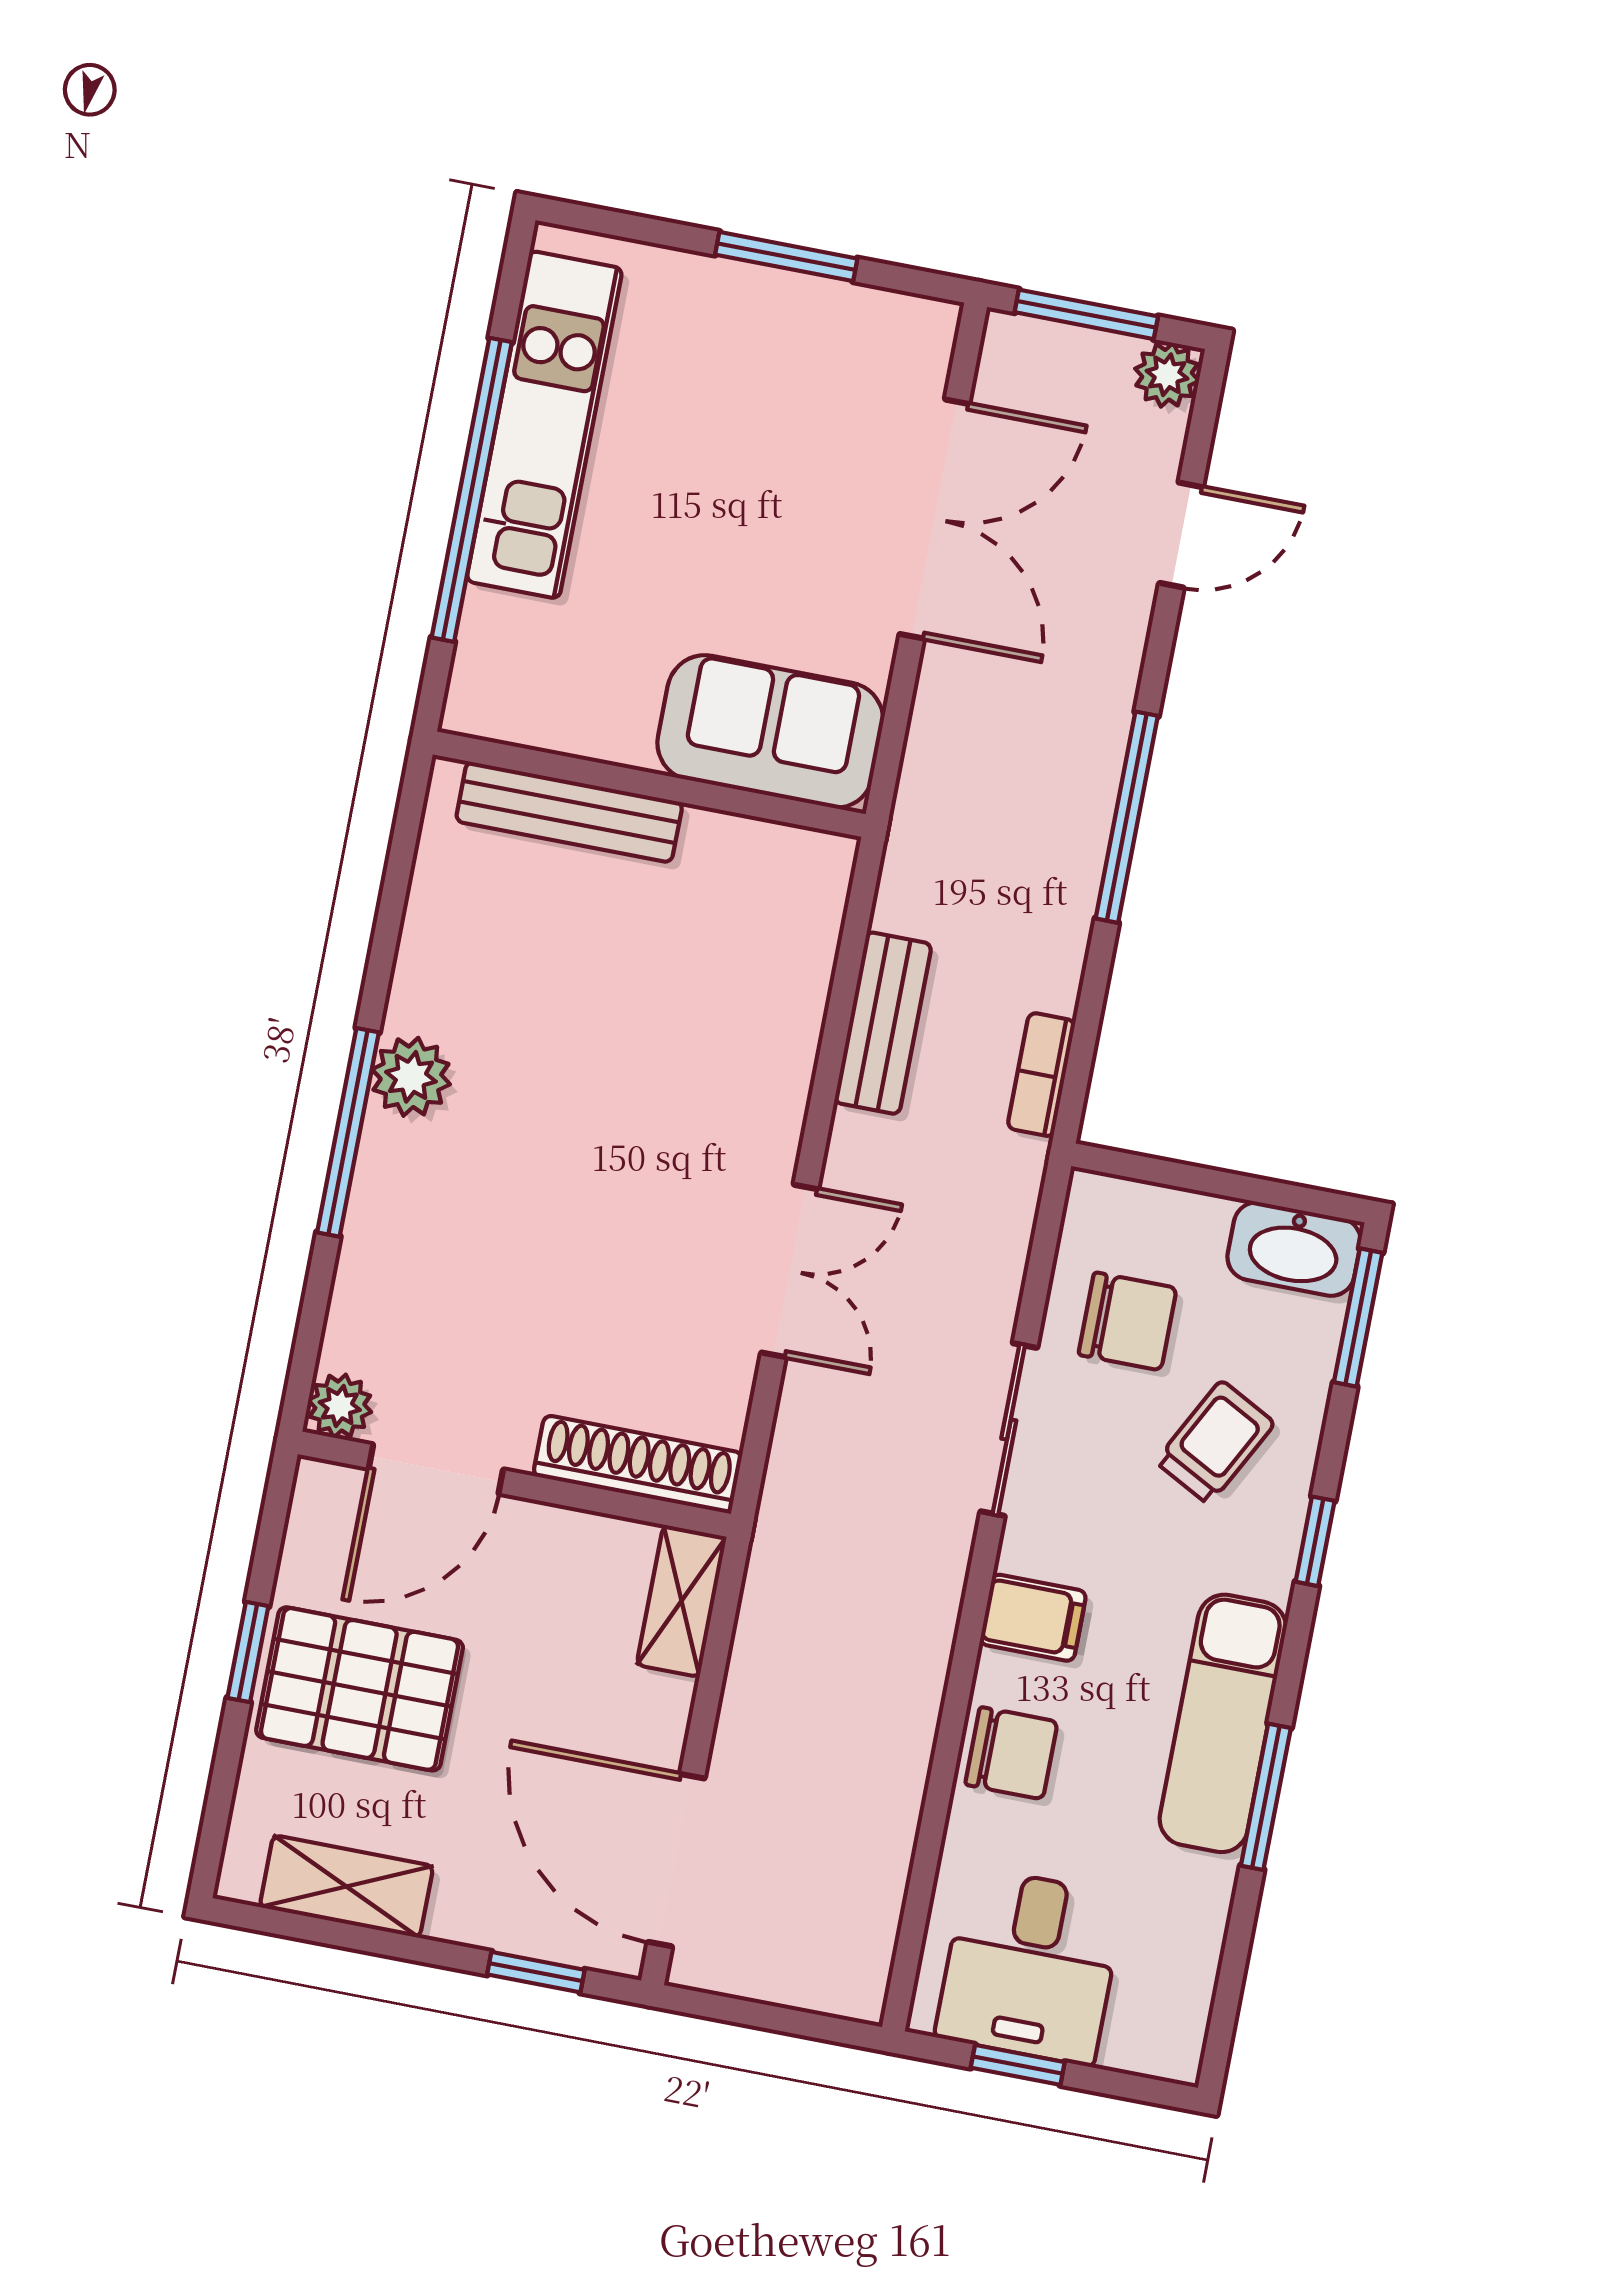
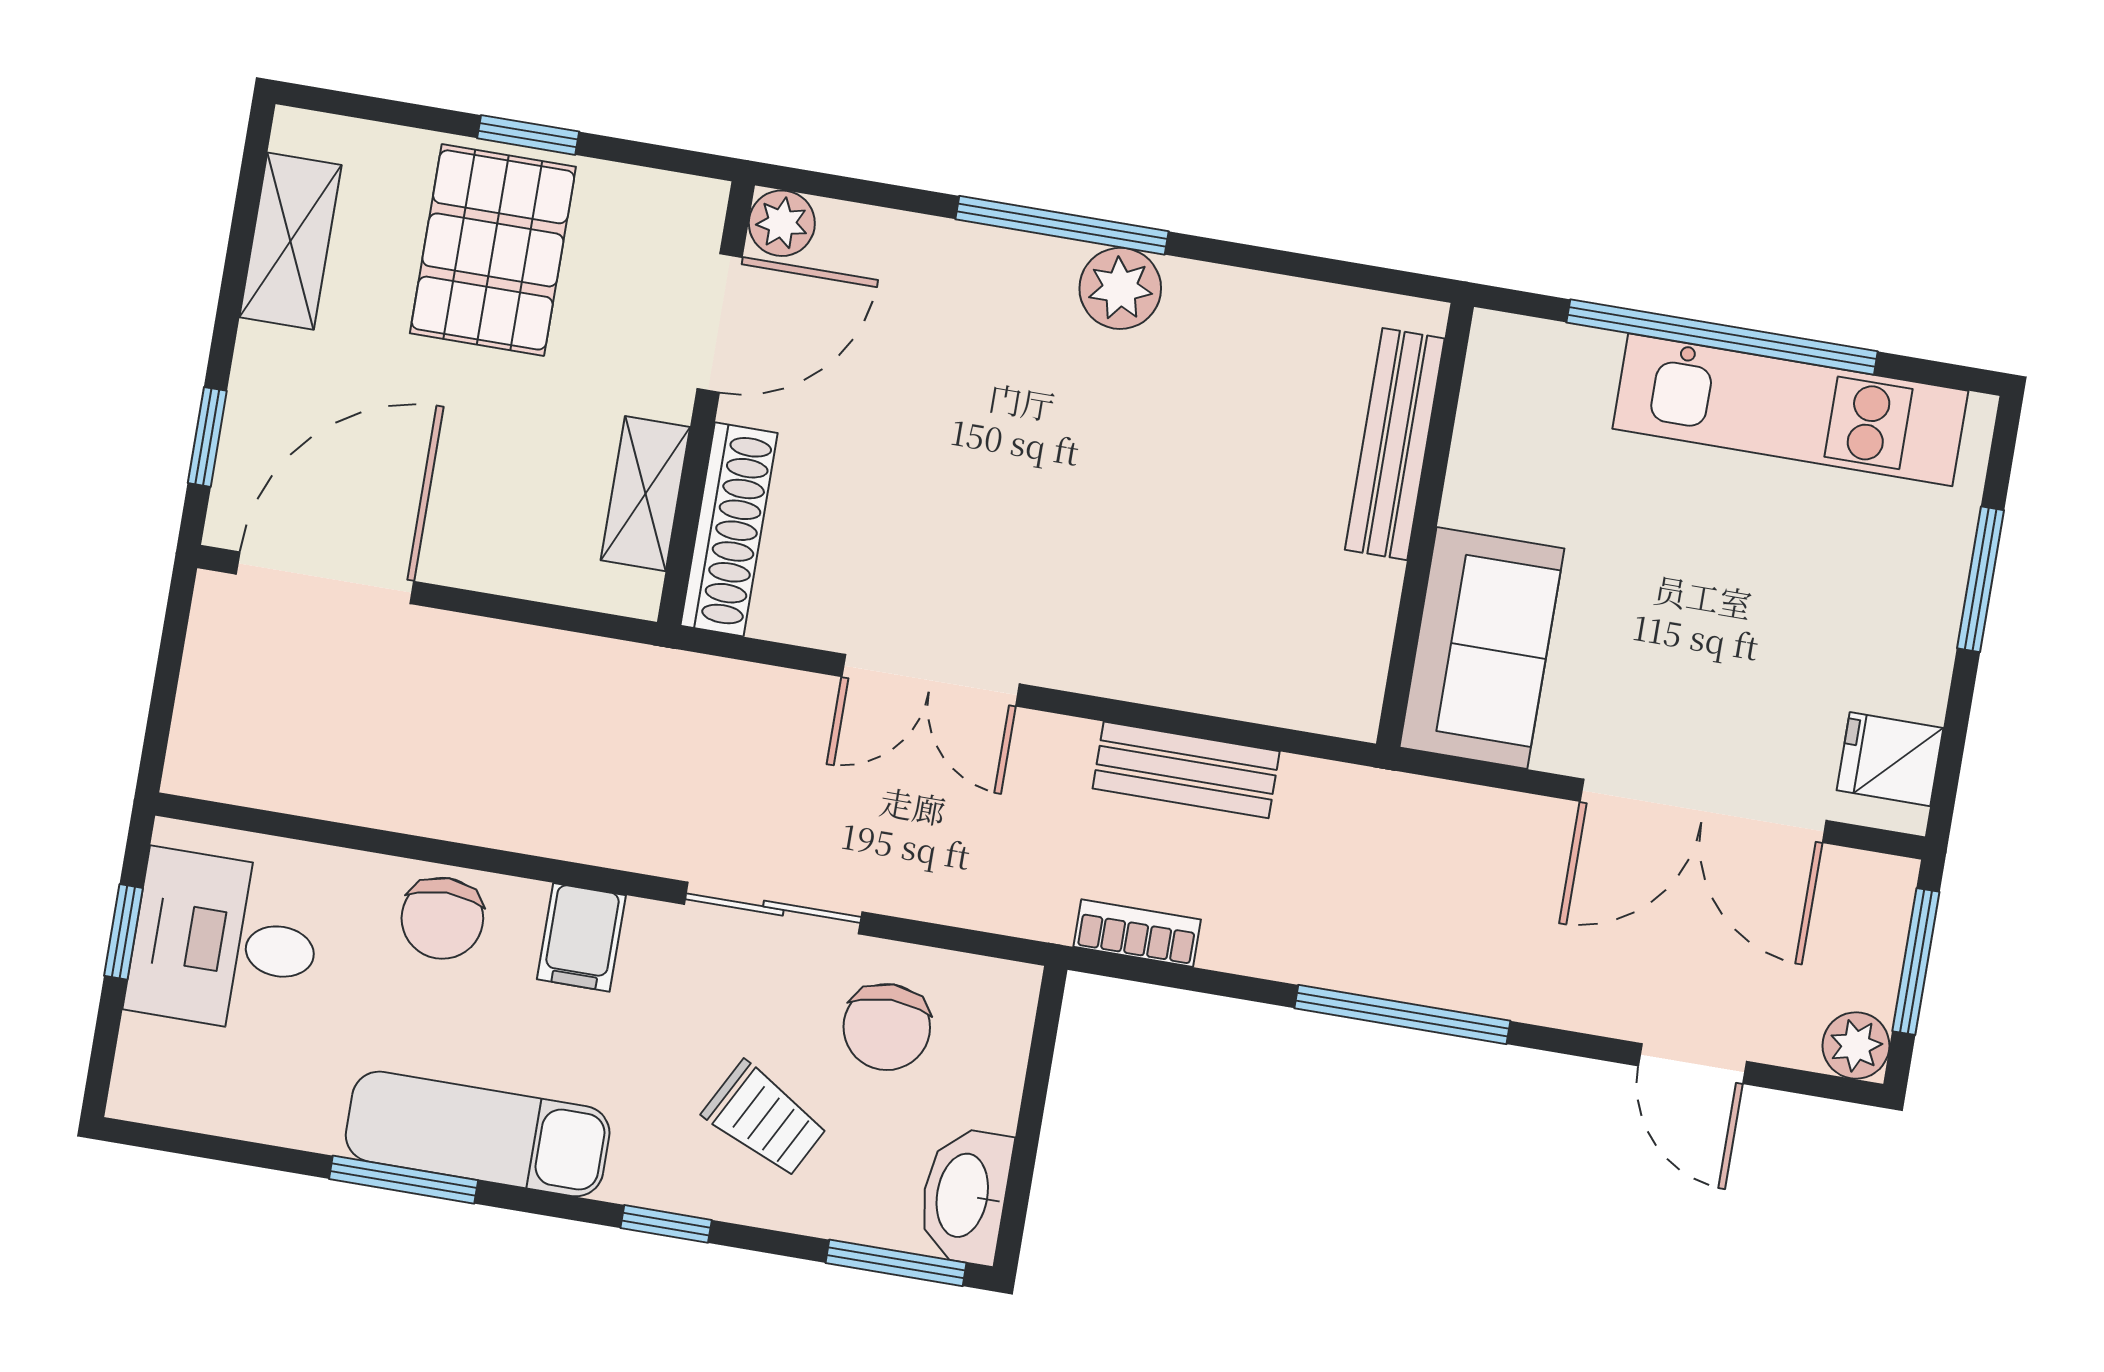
window: (786, 257) -> (1981, 579), moved
fridge: (888, 335) -> (1890, 759), added
door: (436, 1469) -> (720, 323), swing flipped
shelving: (682, 1601) -> (645, 494), moved, turned 90

